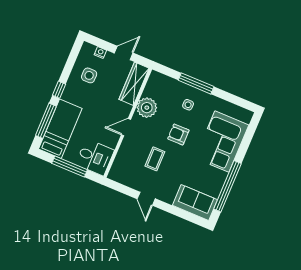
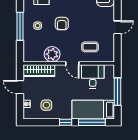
desk: (95, 157) -> (93, 76), moved
coffee table: (155, 159) -> (90, 47), moved

